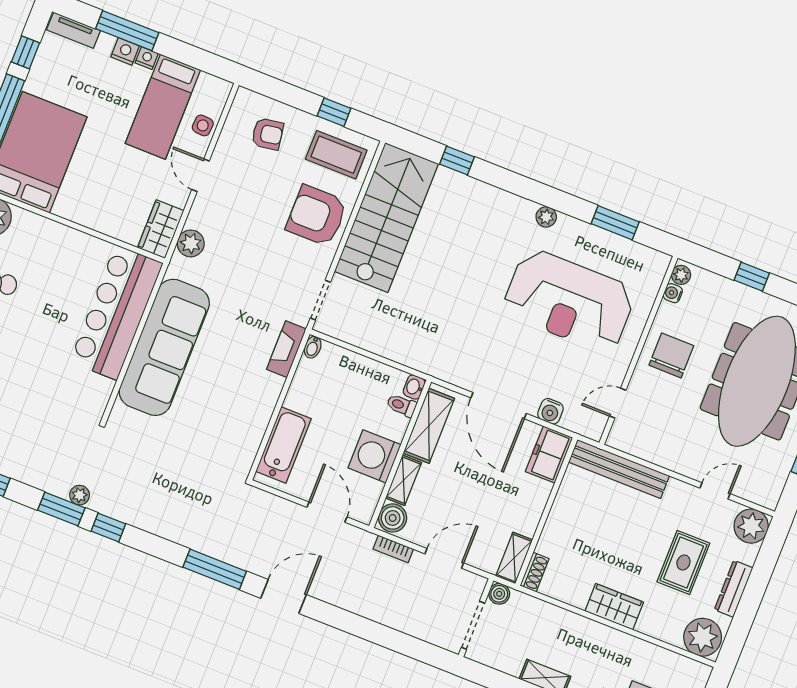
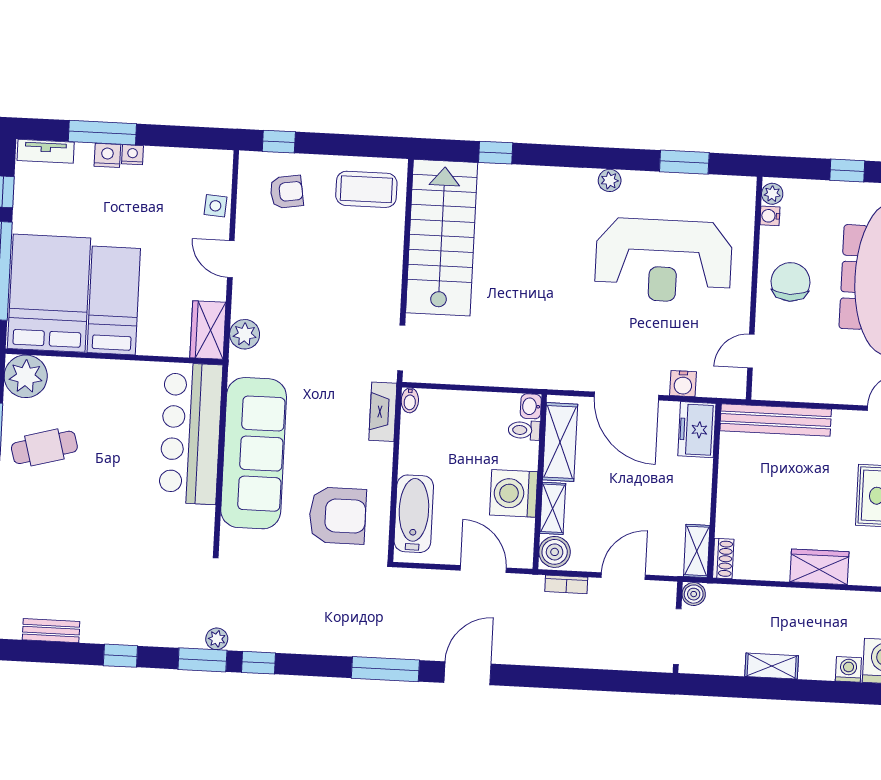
bed: (163, 107) -> (114, 300), moved, turned 180
window: (334, 112) -> (279, 142), moved
armchair: (317, 216) -> (338, 516), moved, turned 180

